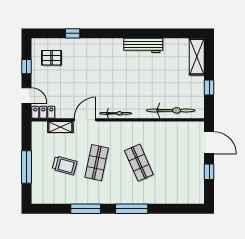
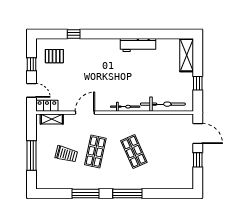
bicycle: (116, 113) -> (125, 107), moved
shelving: (60, 127) -> (52, 119), moved

